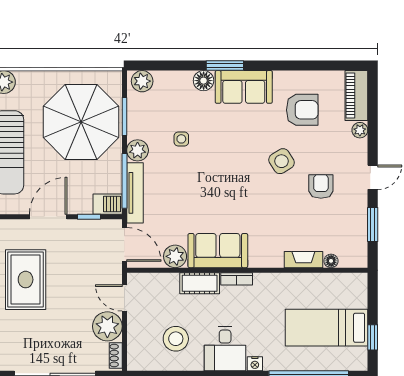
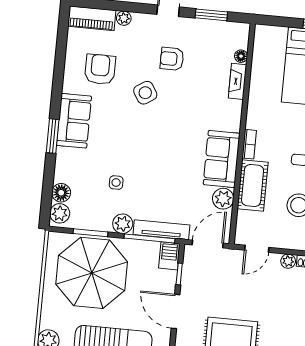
floor lamp: (204, 81) -> (61, 193), moved
cot: (200, 283) -> (253, 185), width x1.37, depth x1.34
plant: (107, 326) -> (288, 261), width x0.53, depth x0.53

